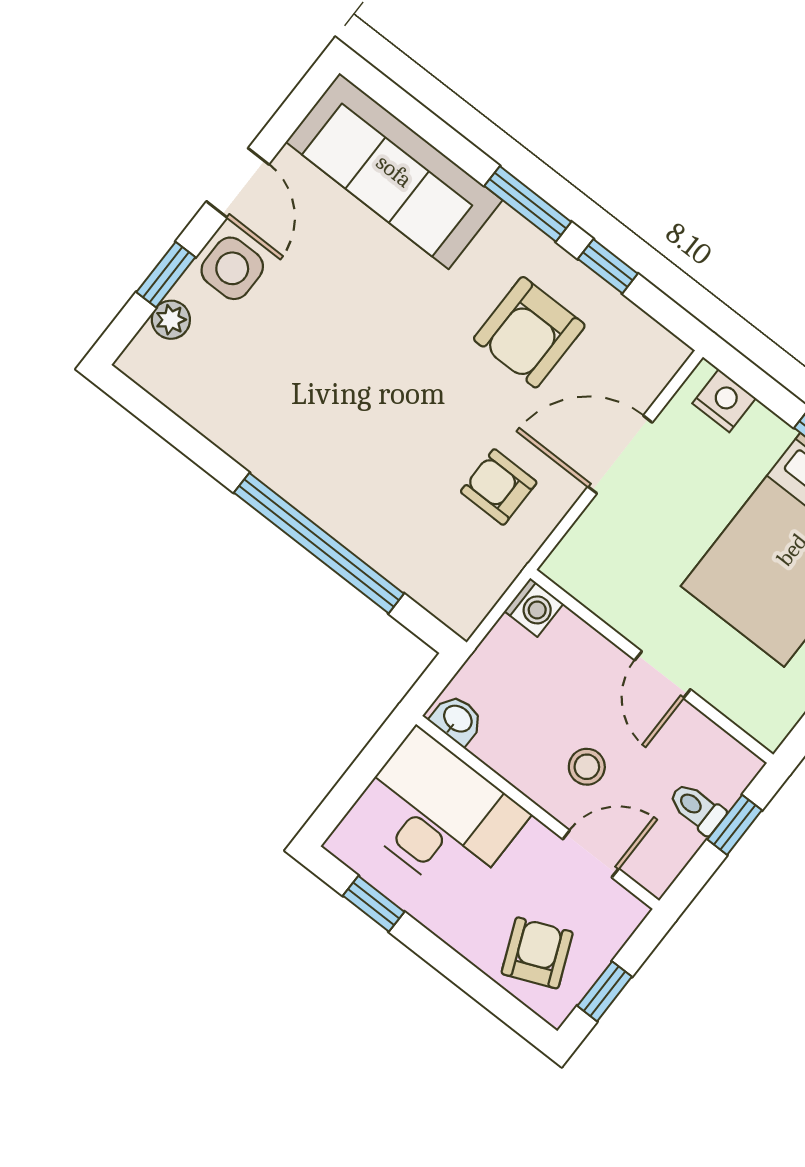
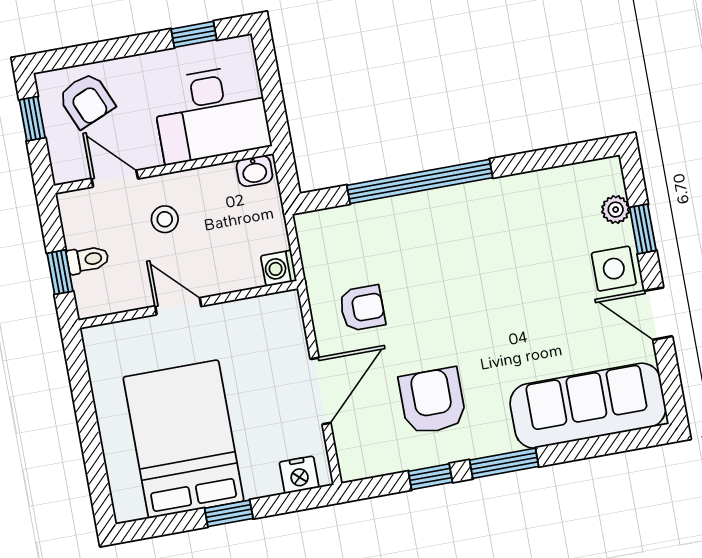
door: (591, 854) -> (115, 179), swing flipped

